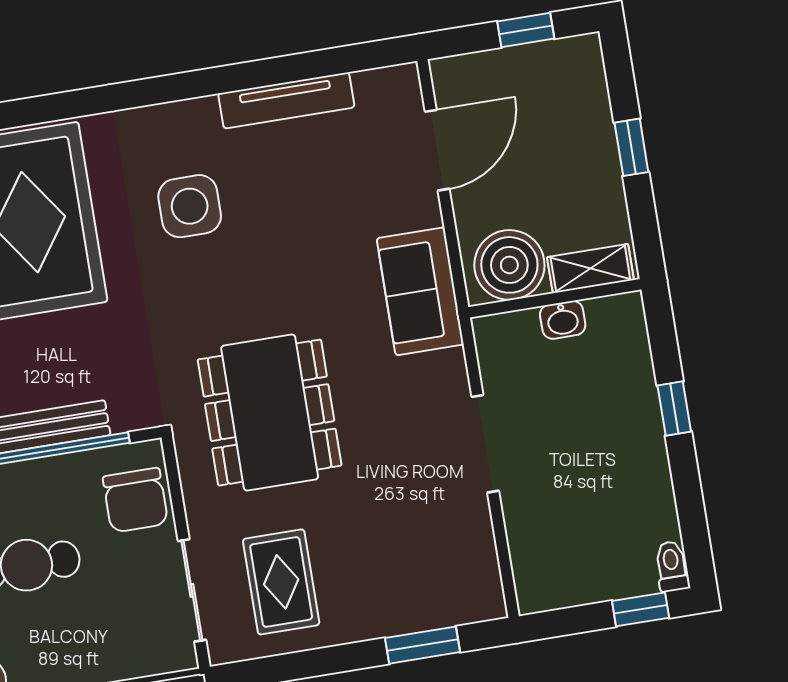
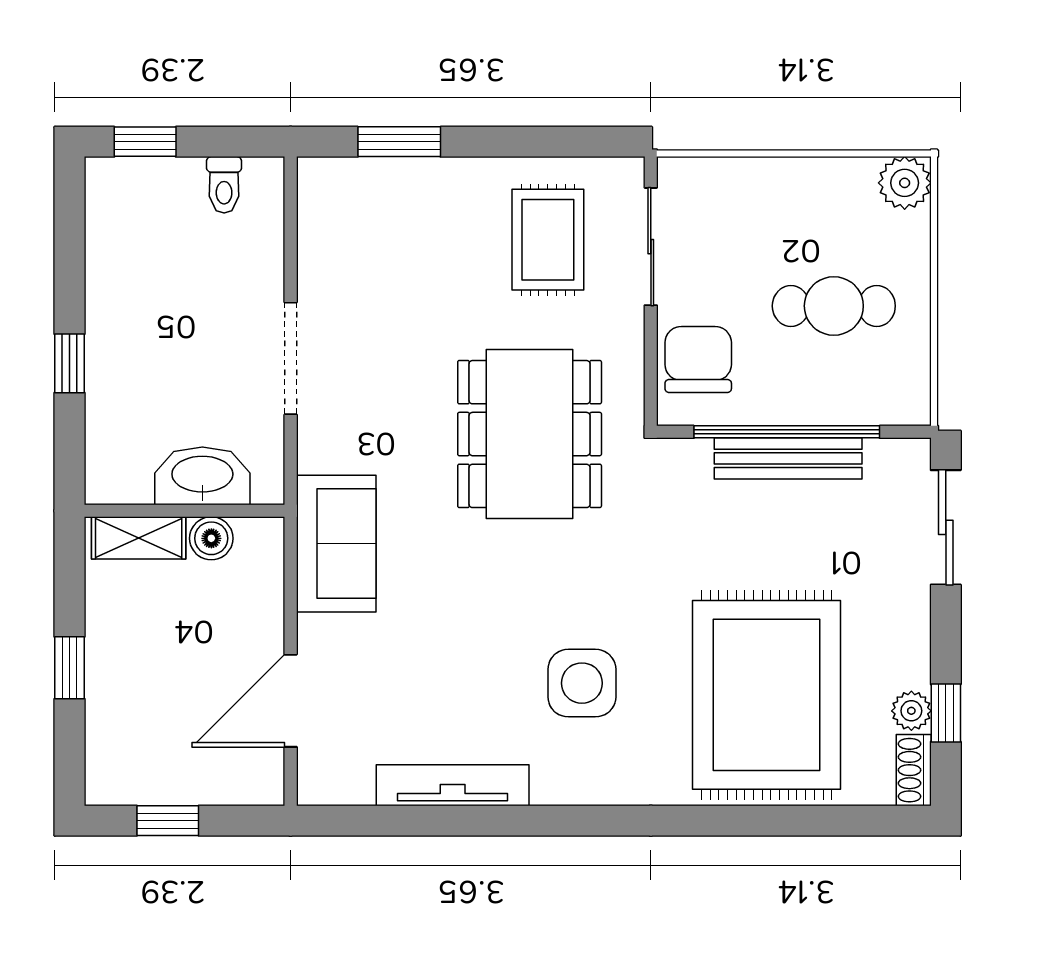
boiler: (509, 265) -> (211, 538), width x0.54, depth x0.54
washbasin: (563, 320) -> (202, 476), width x1.91, depth x1.45
toilet: (672, 566) -> (224, 185), moved

